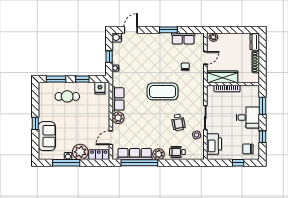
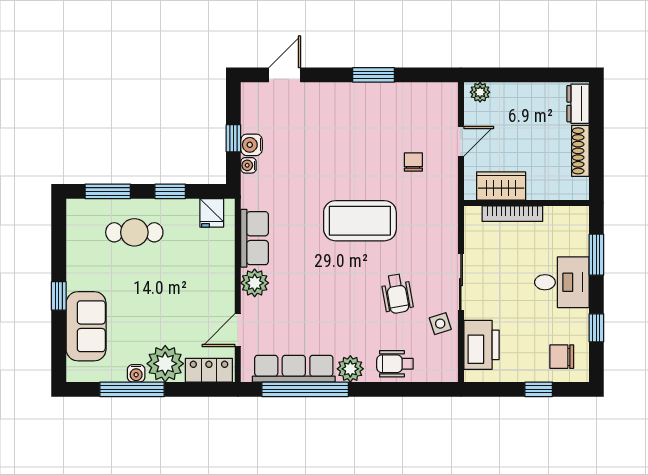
water cooler: (117, 37) -> (252, 145), moved
row of seats: (183, 38) -> (409, 95), removed
wardrobe: (222, 77) -> (501, 186), width x0.67

